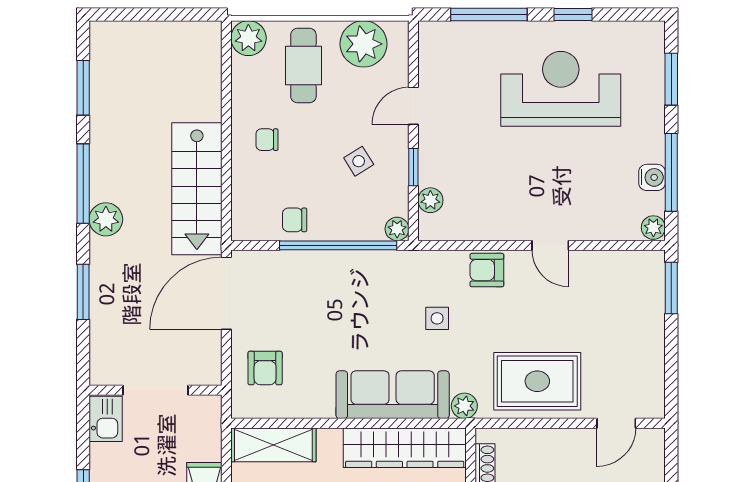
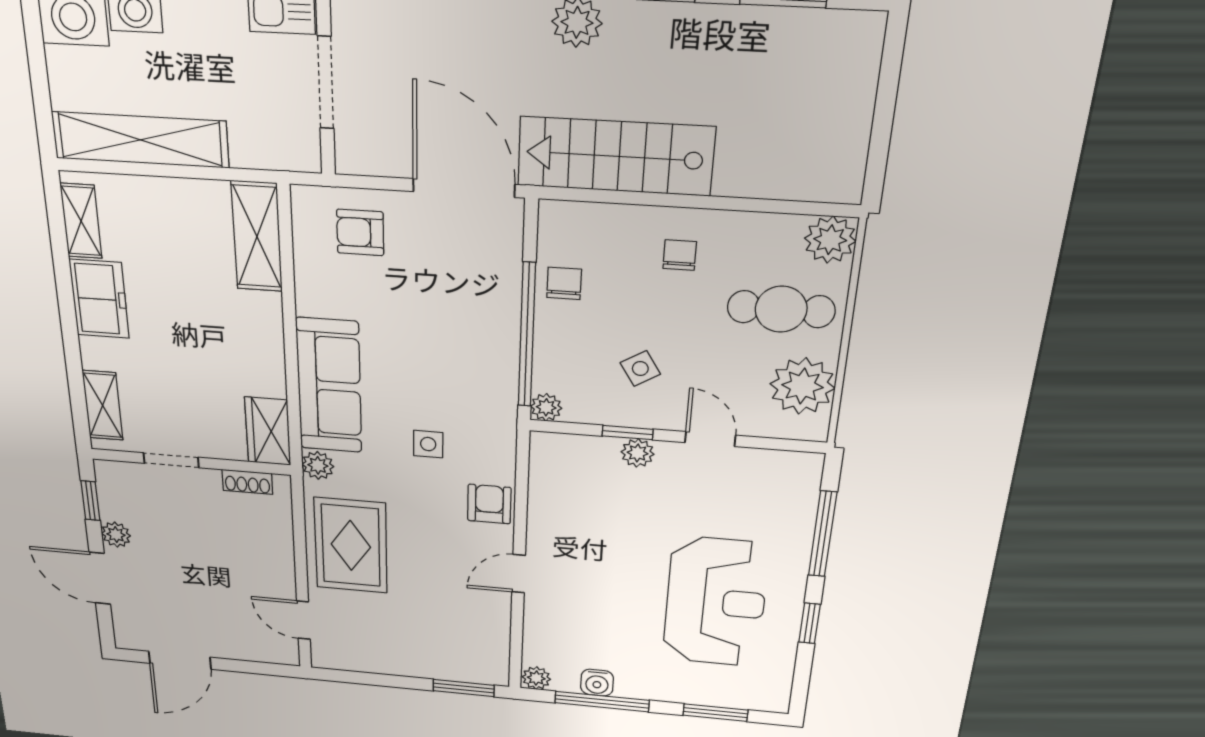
plant: (430, 200) -> (638, 453), moved
wardrobe: (405, 448) -> (268, 431), width x0.48, depth x0.85

